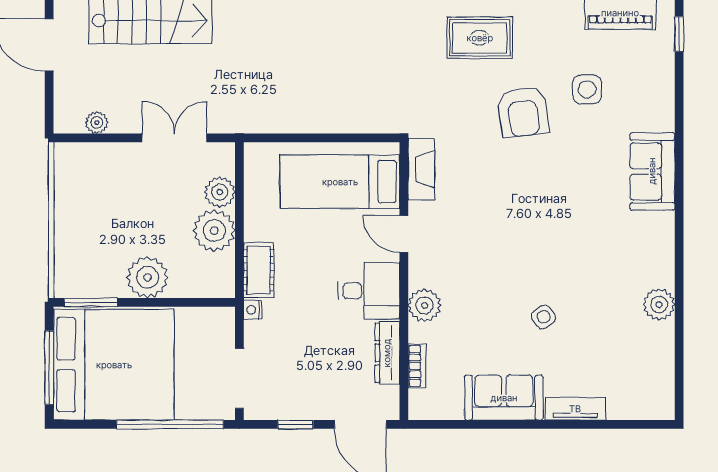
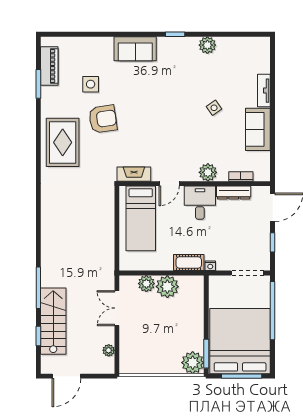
window: (679, 34) -> (175, 34), moved
rug: (480, 38) -> (63, 142), width x1.36, depth x1.43
plant: (148, 277) -> (193, 363), moved

